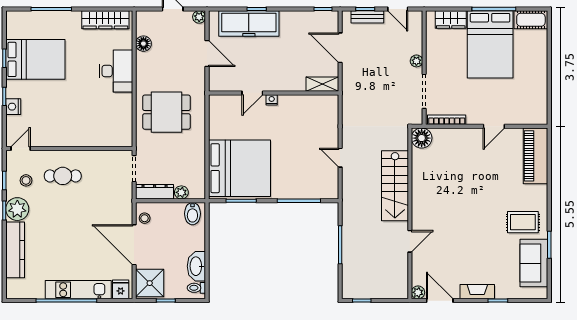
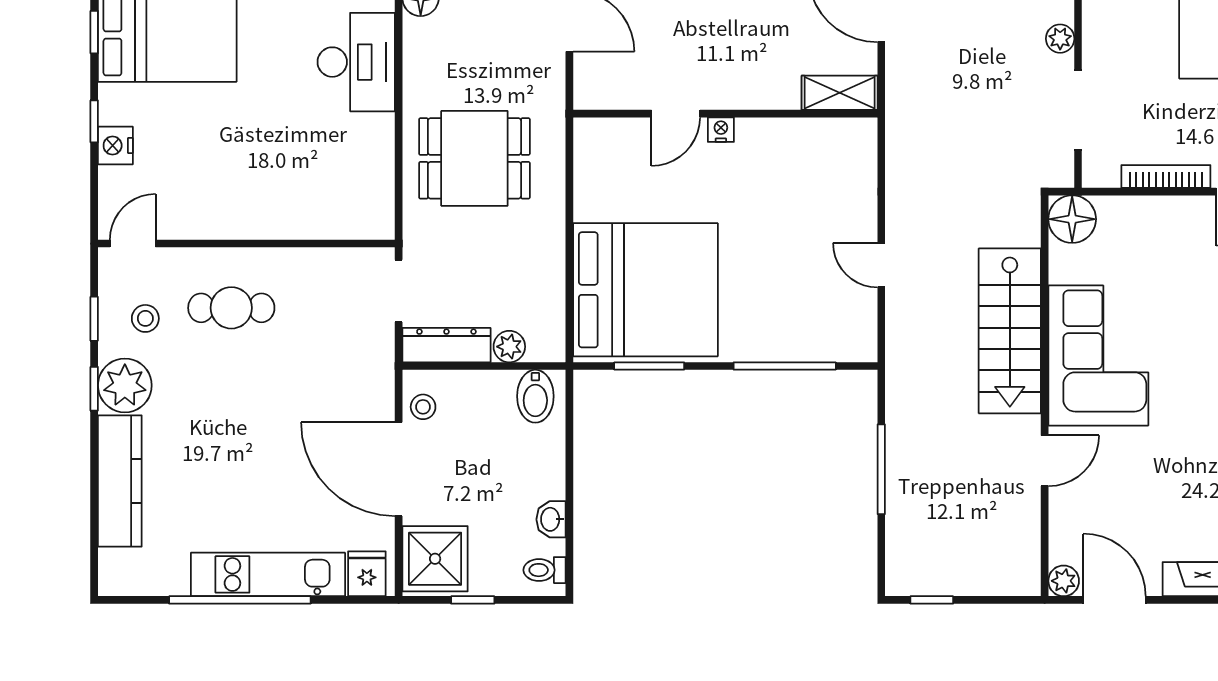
bookcase: (447, 120) -> (1166, 176), moved
corner sofa: (433, 196) -> (1098, 356), added
washbasin: (196, 266) -> (551, 519), width x0.52, depth x0.69

